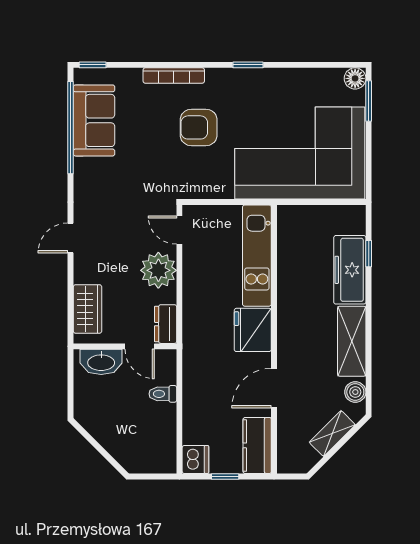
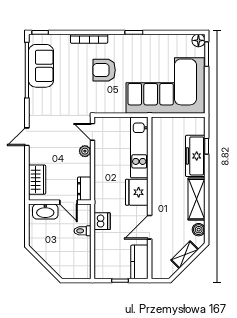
plant: (158, 270) -> (85, 151), width x0.53, depth x0.53
dishwasher: (195, 459) -> (102, 221), moved

